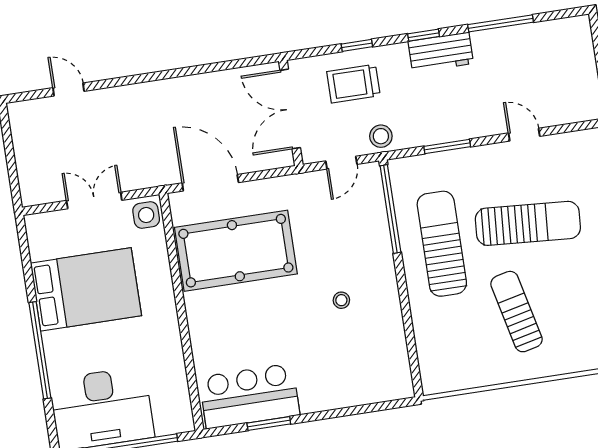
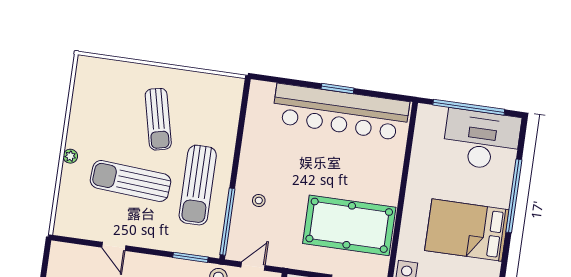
window: (447, 146) -> (190, 257), moved
stool: (341, 300) -> (259, 201), moved
bar counter: (249, 396) -> (341, 112), width x1.86
window: (269, 423) -> (337, 88), moved

